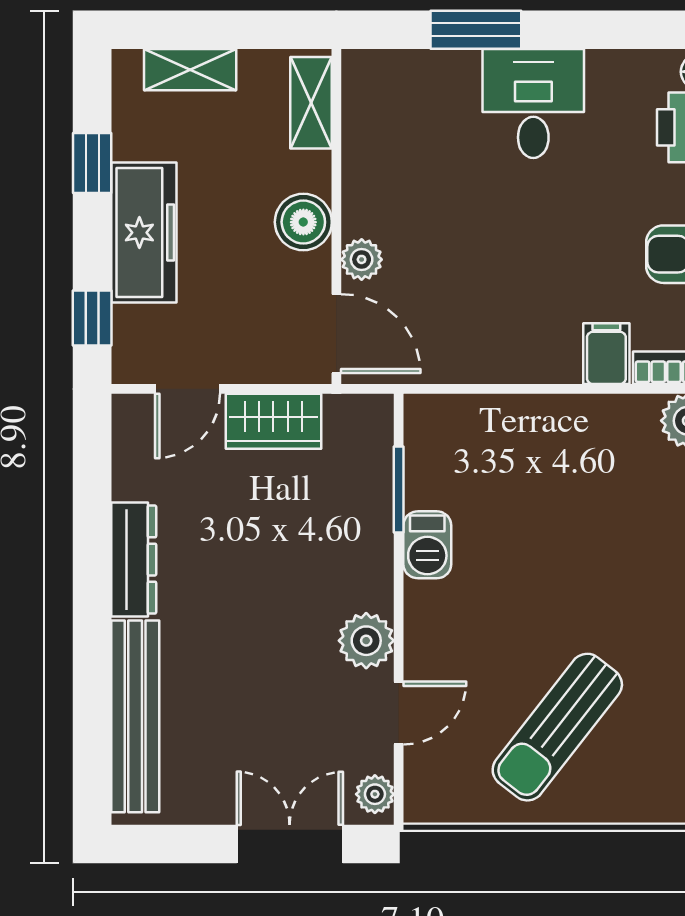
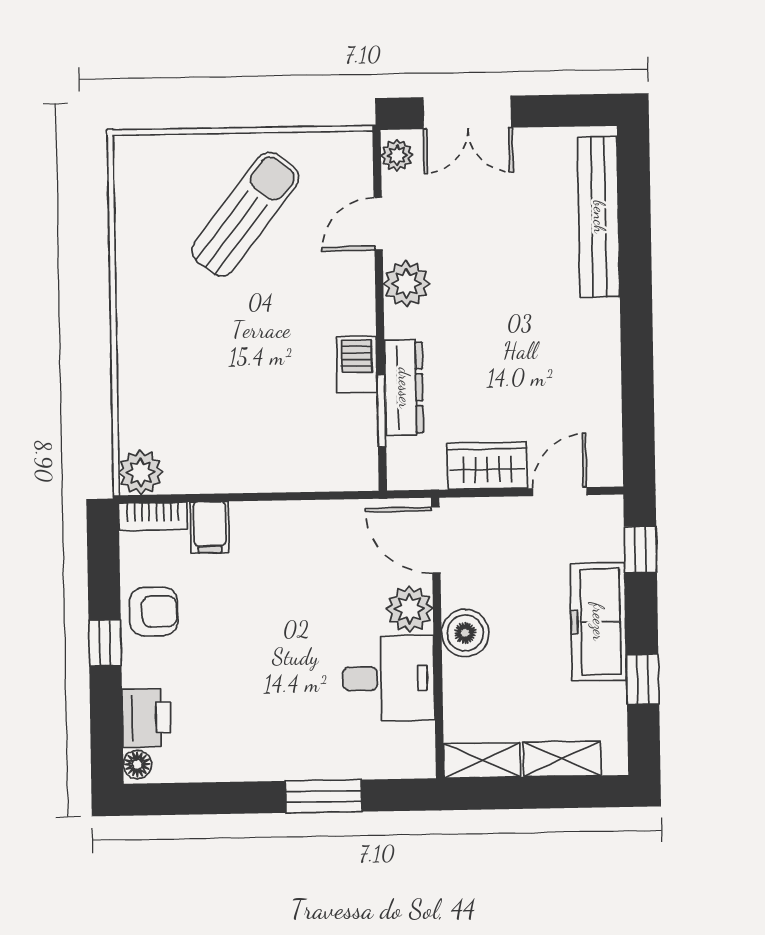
shelving: (311, 103) -> (482, 760), moved, turned 90
desk: (533, 103) -> (389, 678), moved, turned -90
plant: (362, 259) -> (410, 609), width x1.38, depth x1.38
dresser: (134, 560) -> (404, 388), moved, turned 180

